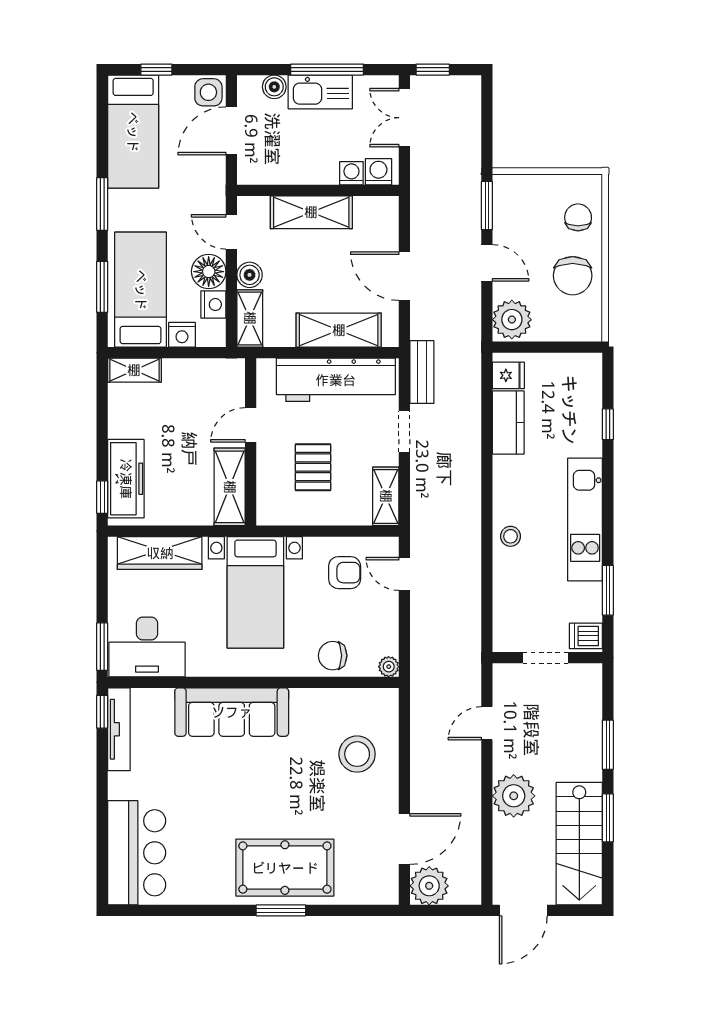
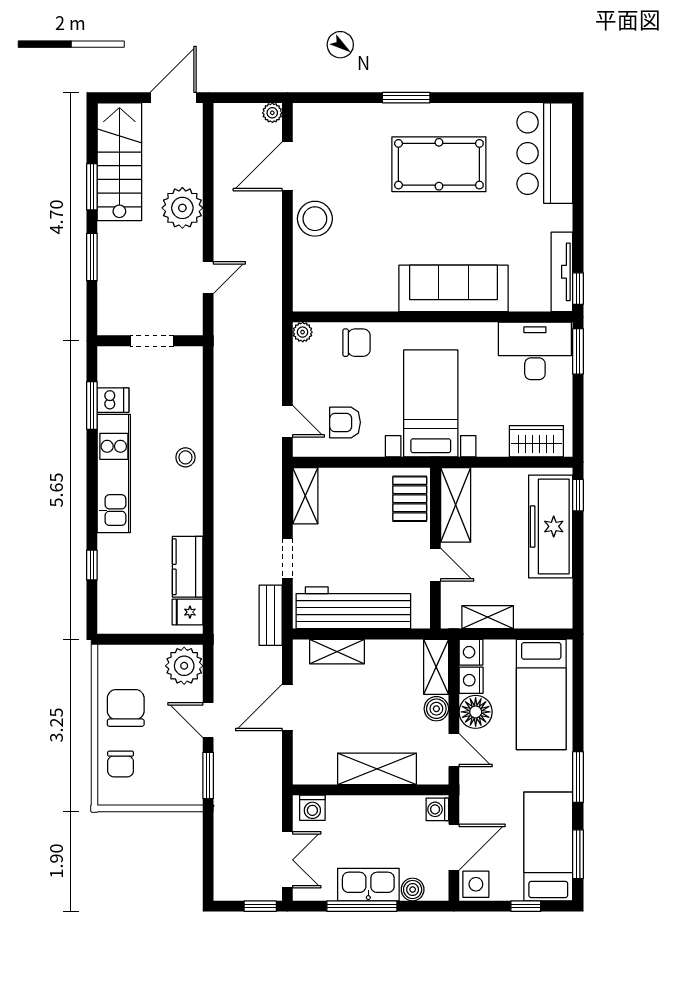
washing machine: (351, 173) -> (437, 809), moved, turned 90
door: (404, 276) -> (287, 707), swing flipped
window: (102, 287) -> (578, 854), moved
shelving: (339, 330) -> (337, 652), width x0.67, depth x0.75
nightstand: (182, 335) -> (471, 652), moved, turned -90
shelving: (134, 370) -> (488, 617), moved
door: (251, 425) -> (435, 565), hinge flipped
pallet: (313, 467) -> (410, 499), moved
freezer: (126, 479) -> (551, 526), width x1.36, depth x1.26
wardrobe: (160, 553) -> (536, 441), width x0.67
dishwasher: (586, 636) -> (113, 400), moved
stool: (357, 754) -> (315, 219), moved
pool table: (285, 868) -> (439, 164), moved
plant: (429, 886) -> (272, 113), width x0.53, depth x0.53

